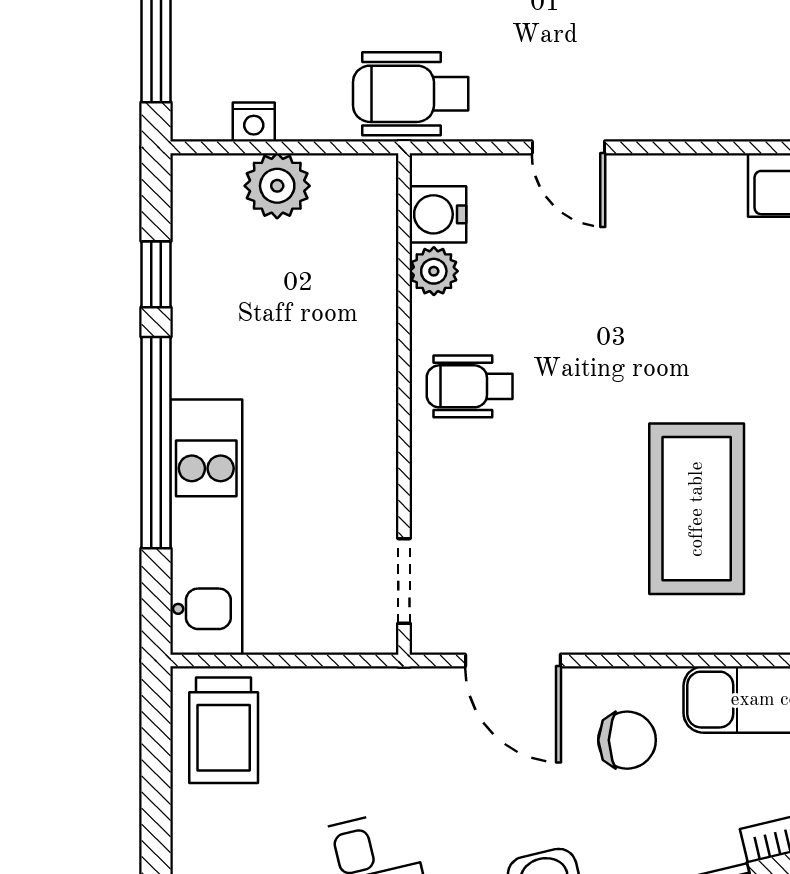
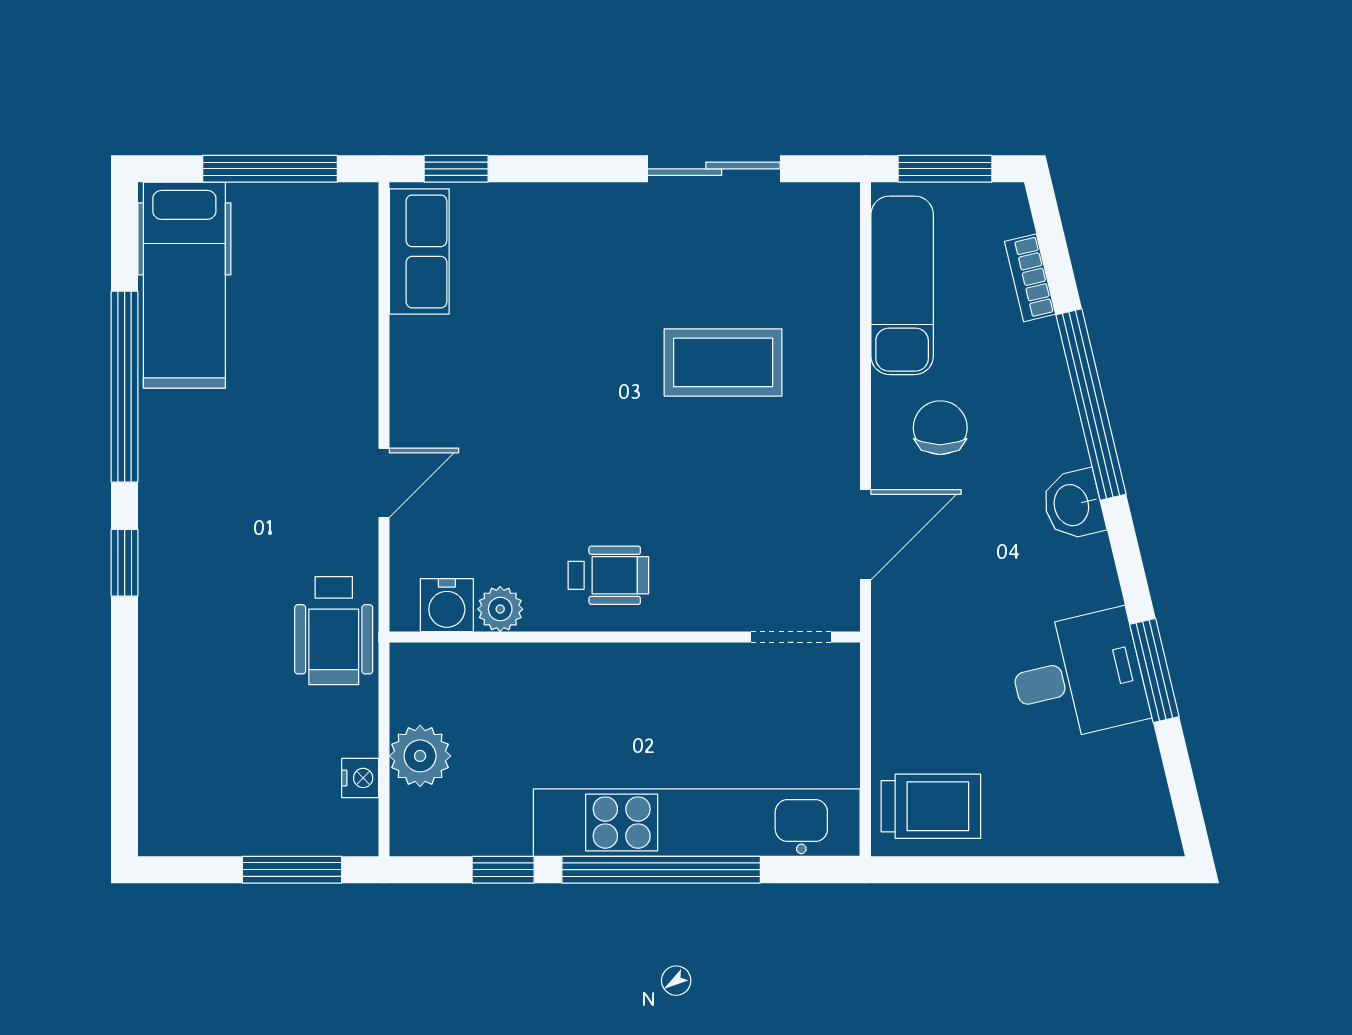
wheelchair: (470, 386) -> (608, 575), turned -90
coffee table: (697, 509) -> (723, 362), width x0.73, depth x0.76
kitchen unit: (206, 527) -> (697, 823), width x1.36

